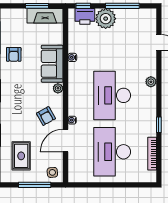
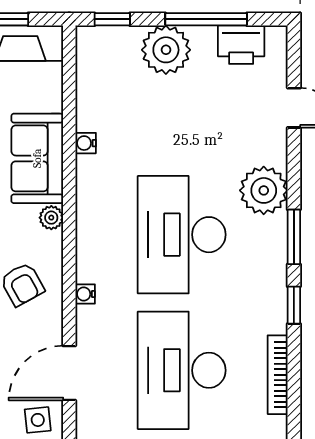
printer: (85, 16) -> (241, 45), moved
plant: (151, 82) -> (264, 190), width x1.88, depth x1.88
window: (159, 96) -> (294, 237), added
door: (65, 141) -> (69, 373), moved

